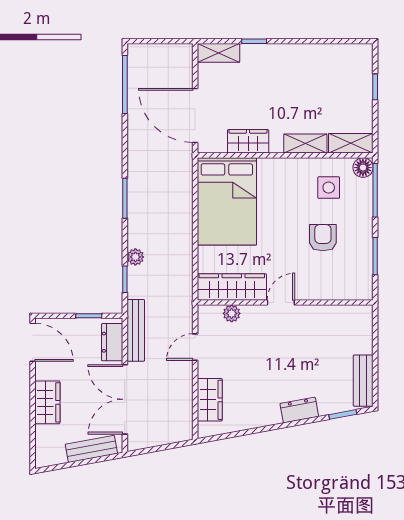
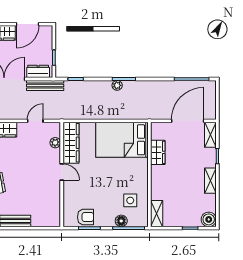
boiler: (361, 56) -> (209, 219), added
door: (195, 115) -> (188, 121), moved
shelving: (305, 144) -> (210, 181), moved
floor lamp: (363, 168) -> (121, 221), moved
armchair: (323, 238) -> (86, 217), moved
plant: (135, 257) -> (117, 85), moved
door: (33, 342) -> (28, 24), moved
door: (195, 347) -> (35, 121), hinge flipped

